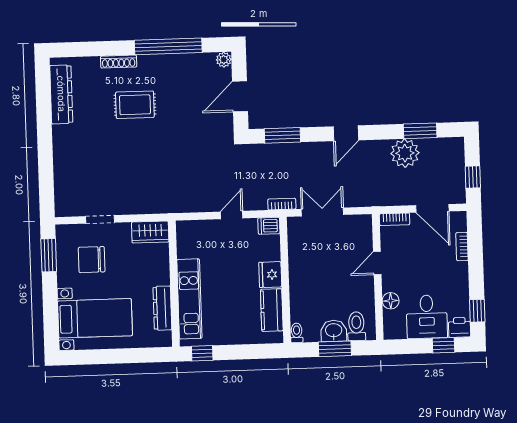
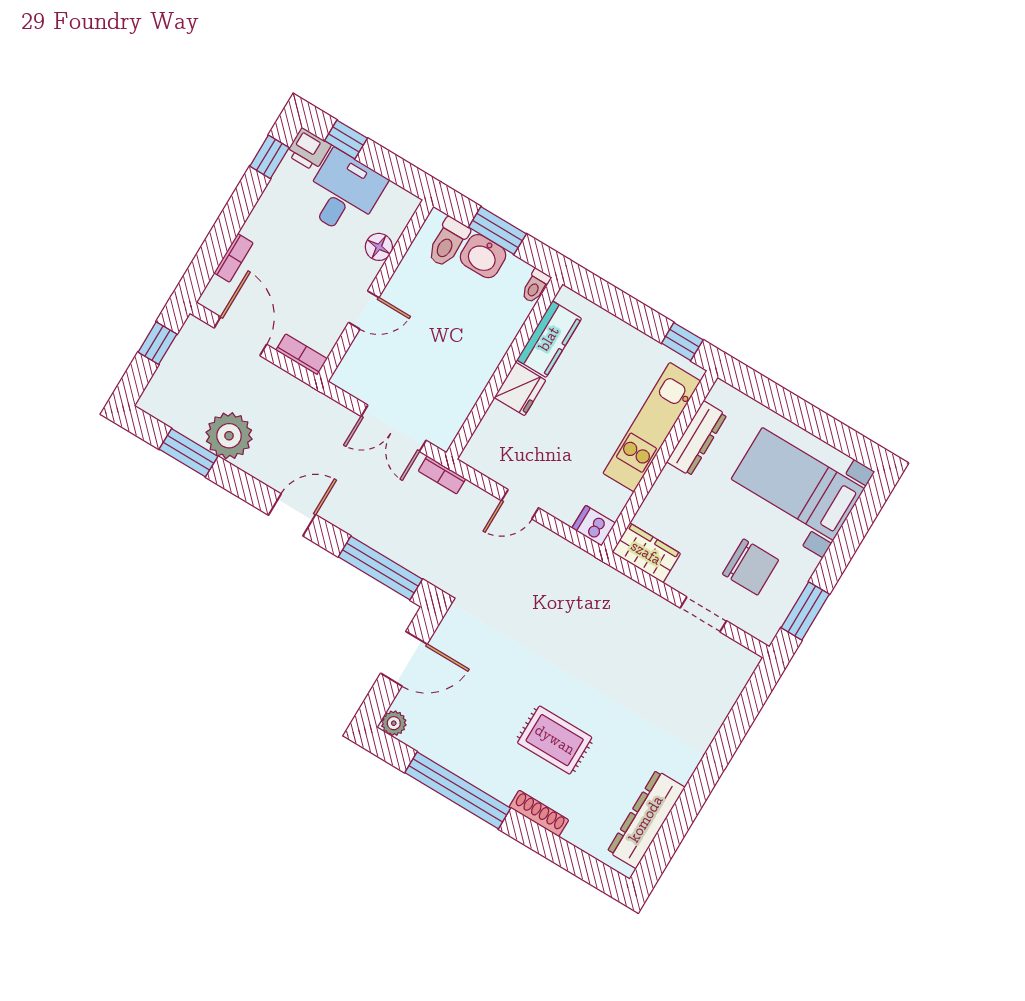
window: (282, 135) -> (380, 568), width x1.44
dishwasher: (269, 226) -> (594, 526), moved, turned 180

